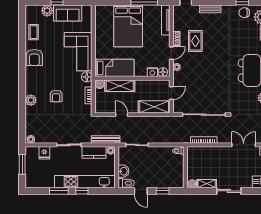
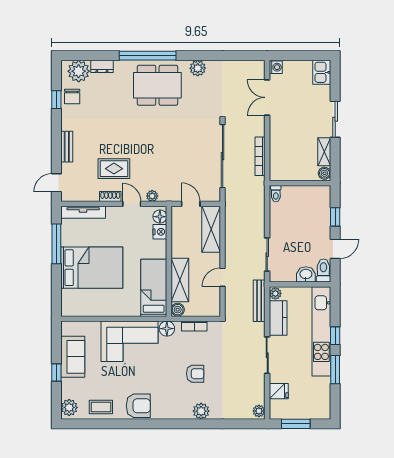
plant: (47, 11) -> (69, 407), moved

